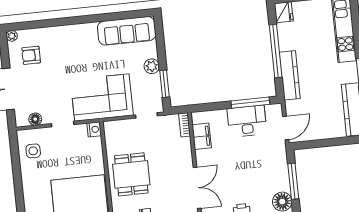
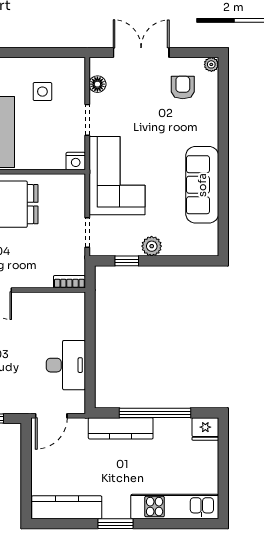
sofa: (127, 31) -> (202, 185), moved
window: (165, 84) -> (127, 261), width x0.67
window: (250, 103) -> (90, 372), removed
door: (286, 128) -> (51, 416), hinge flipped
filing cabinet: (202, 136) -> (52, 303), removed
side table: (33, 151) -> (42, 92), moved

